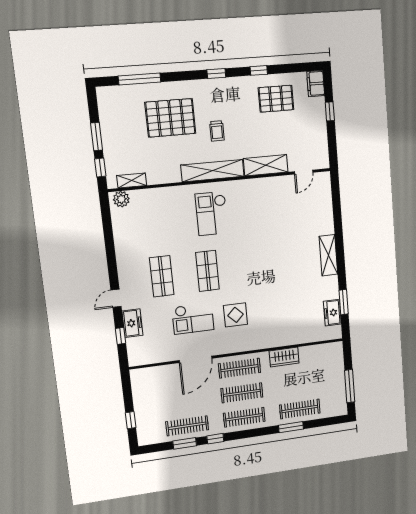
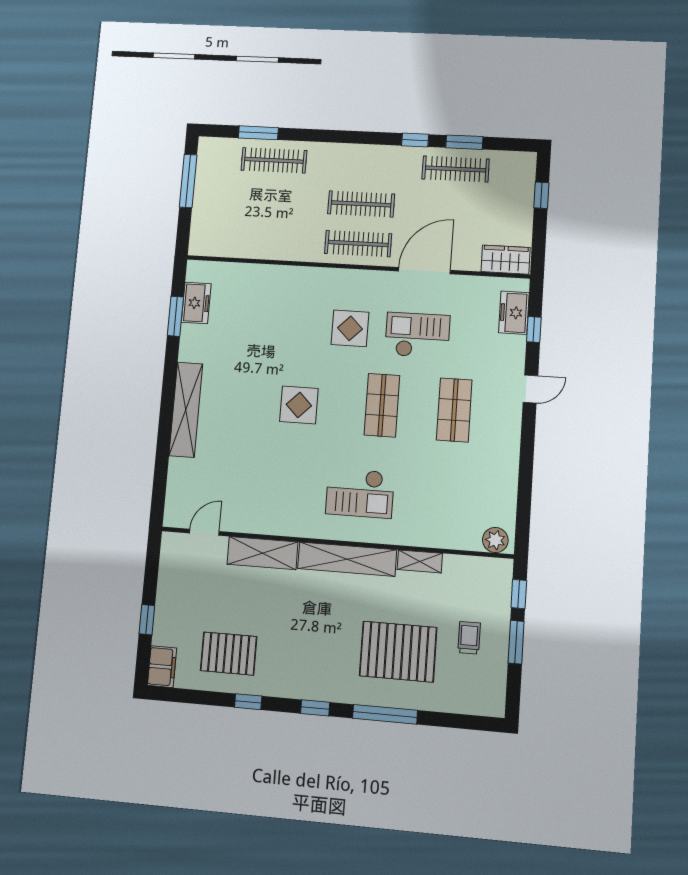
window: (140, 79) -> (385, 714), moved
trolley: (217, 131) -> (469, 638), moved
shelving: (132, 181) -> (420, 561), moved
checkout: (212, 214) -> (360, 493), turned 90
shelving: (328, 255) -> (186, 410), width x1.47
display table: (259, 262) -> (299, 405), added
freezer: (132, 323) -> (514, 313), moved
wardrobe: (284, 357) -> (506, 260), moved
clothes rail: (244, 417) -> (364, 165), removed
window: (291, 427) -> (258, 133), moved

